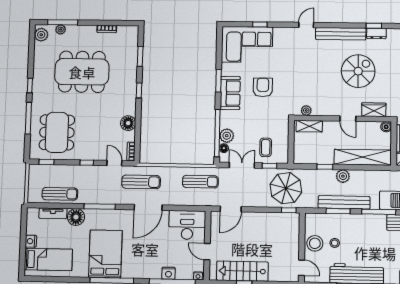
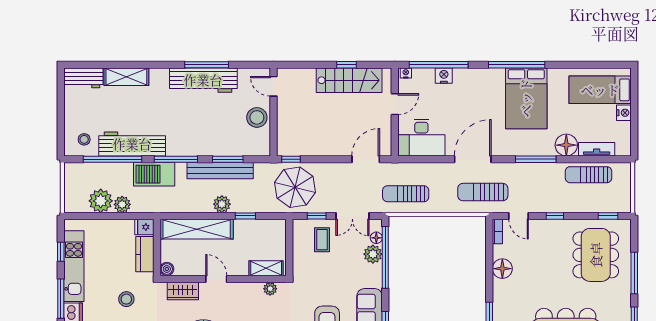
stool: (335, 243) -> (232, 118), removed
door: (207, 252) -> (395, 104), hinge flipped

